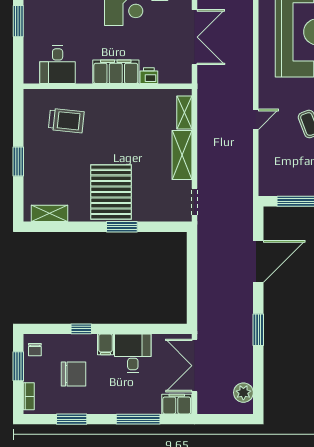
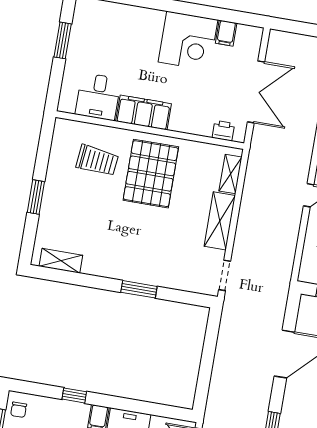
filing cabinet: (116, 72) -> (144, 112), moved
printer: (149, 76) -> (223, 131), moved
pallet: (111, 192) -> (151, 174), moved

